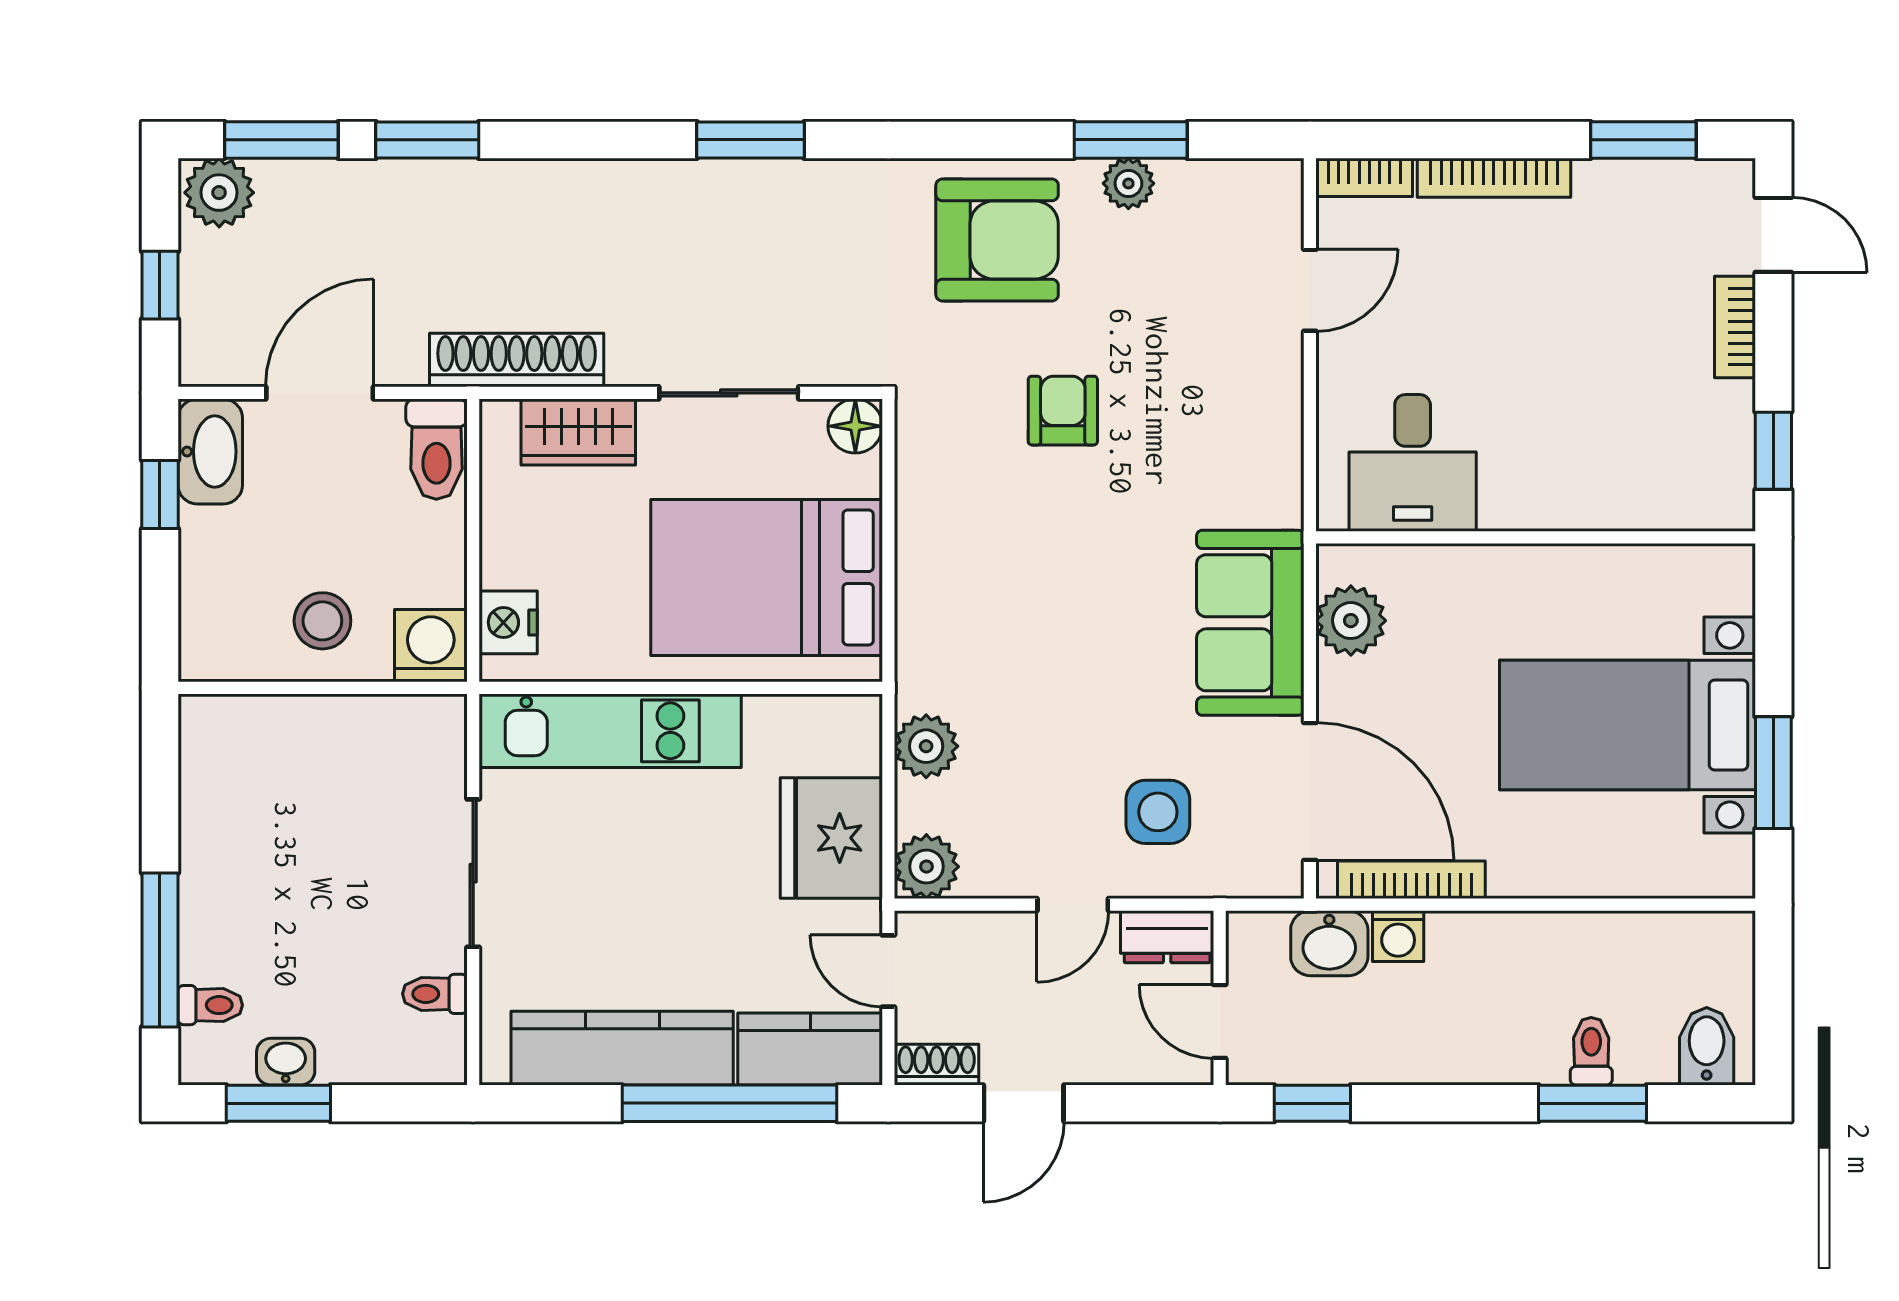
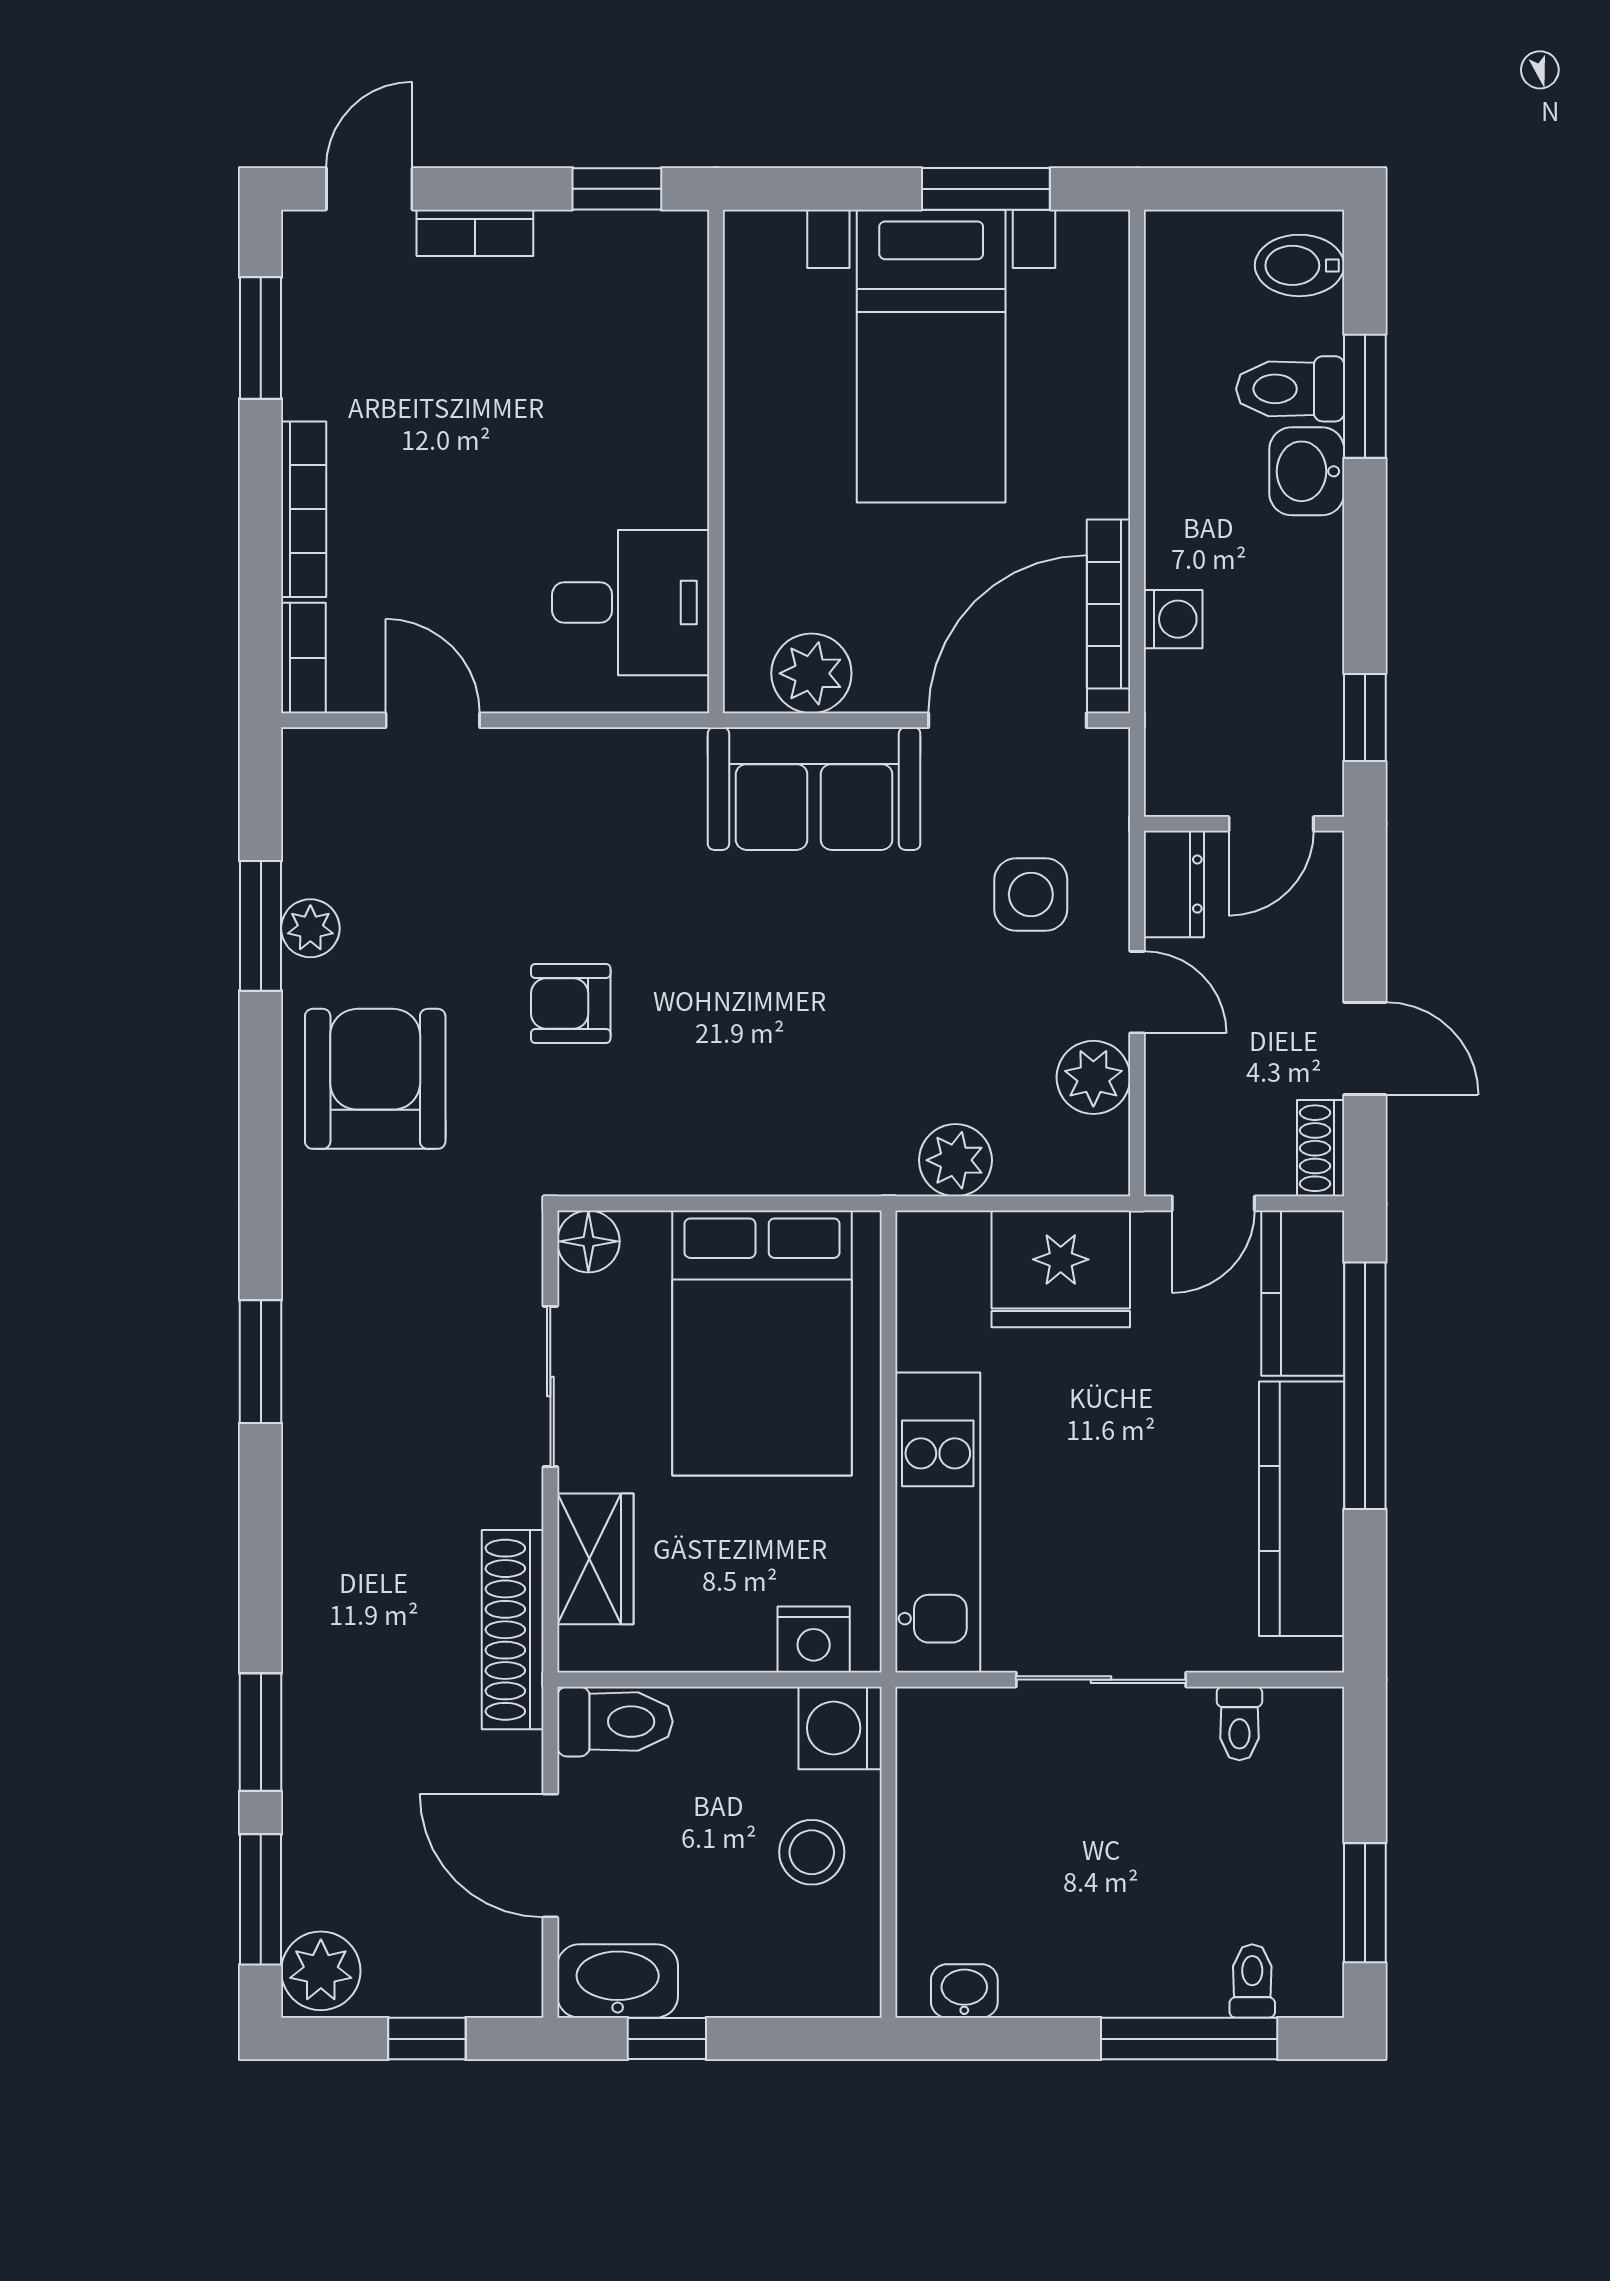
plant: (926, 867) -> (1093, 1077), moved
washbasin: (1329, 943) -> (1307, 471), moved, turned 180
toilet: (1591, 1051) -> (1290, 389), width x1.37, depth x1.39
washbasin: (286, 1062) -> (964, 1991), moved, turned 90

